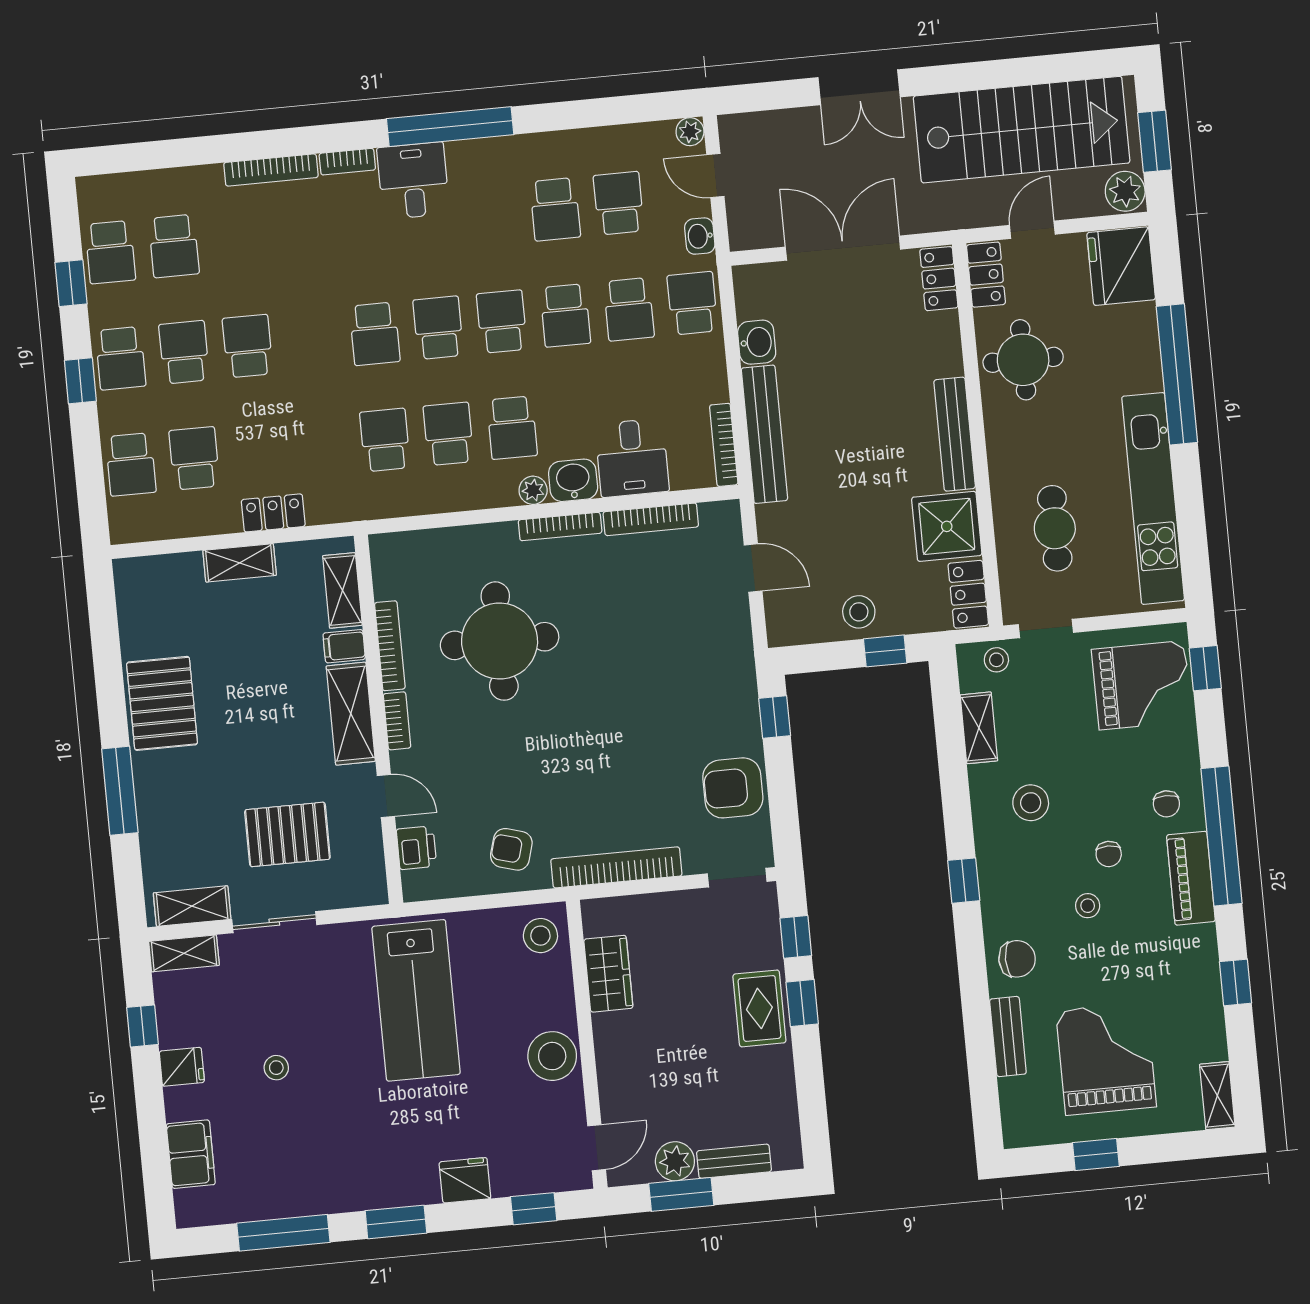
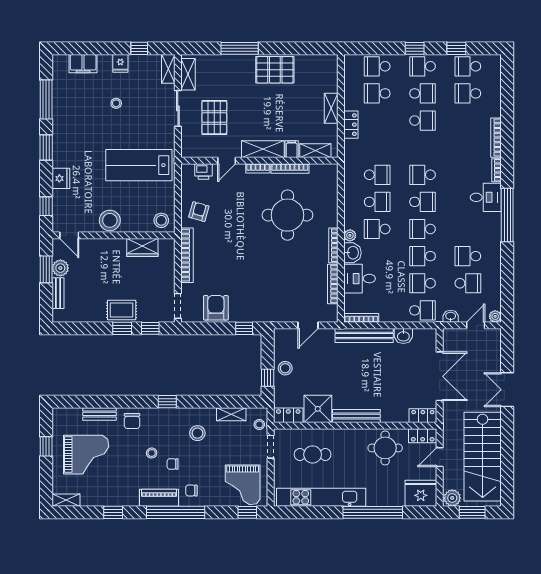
door: (1032, 230) -> (440, 457), swing flipped
school desk: (502, 322) -> (423, 229), turned 180
school desk: (194, 458) -> (377, 93), turned 180

